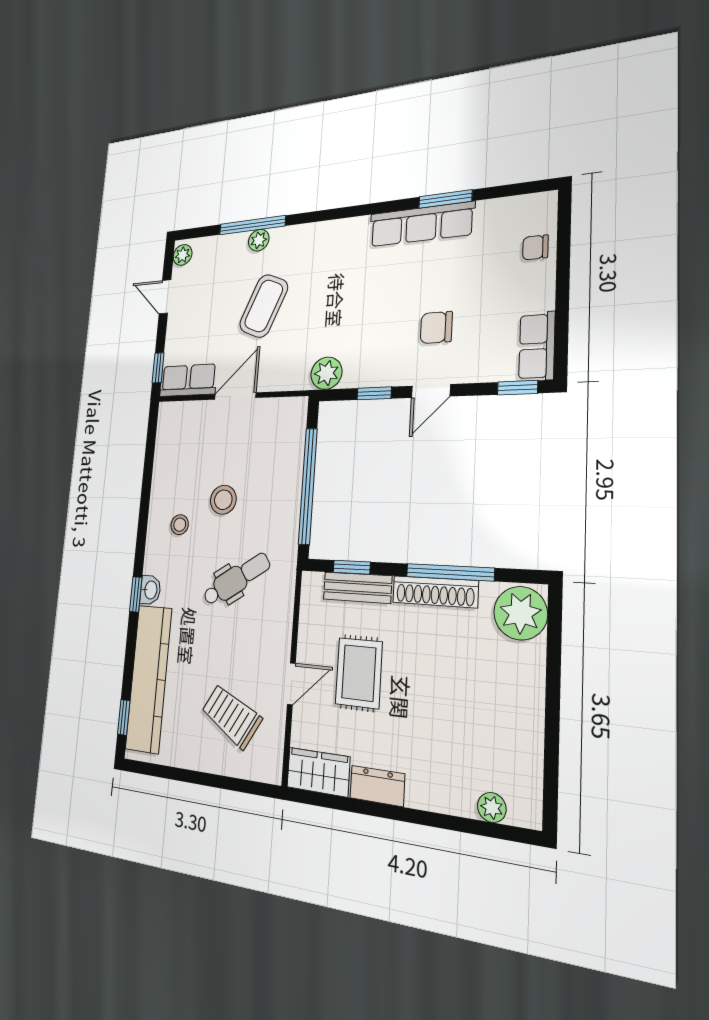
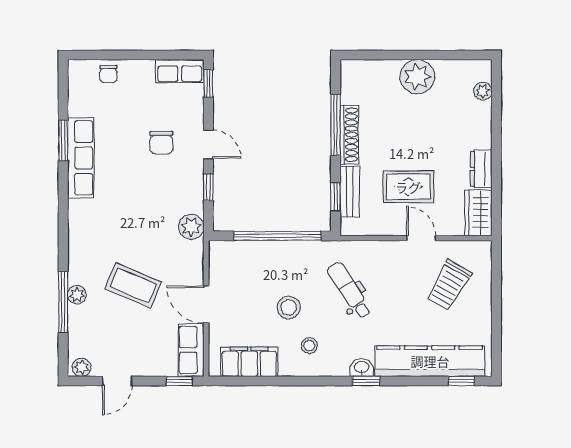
filing cabinet: (170, 450) -> (249, 362), added
plant: (521, 613) -> (417, 77), moved

